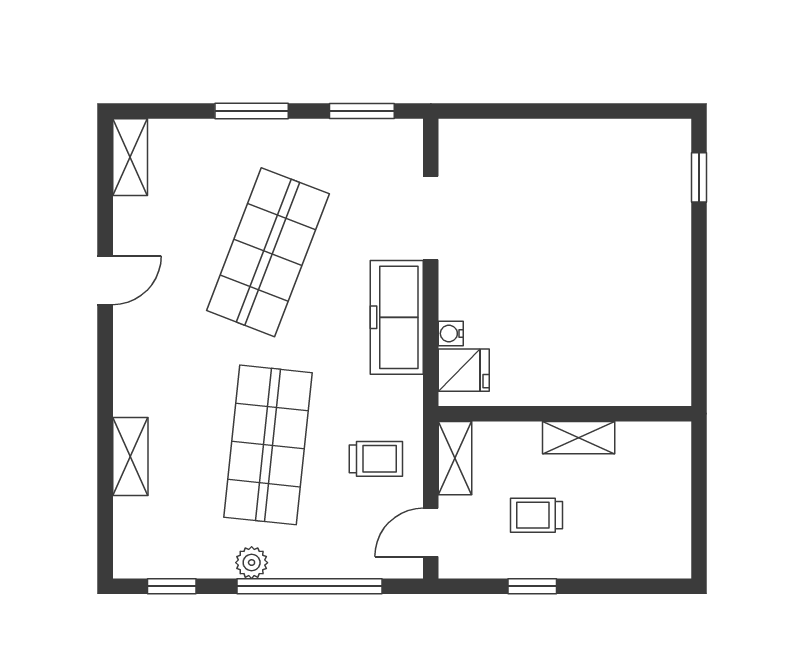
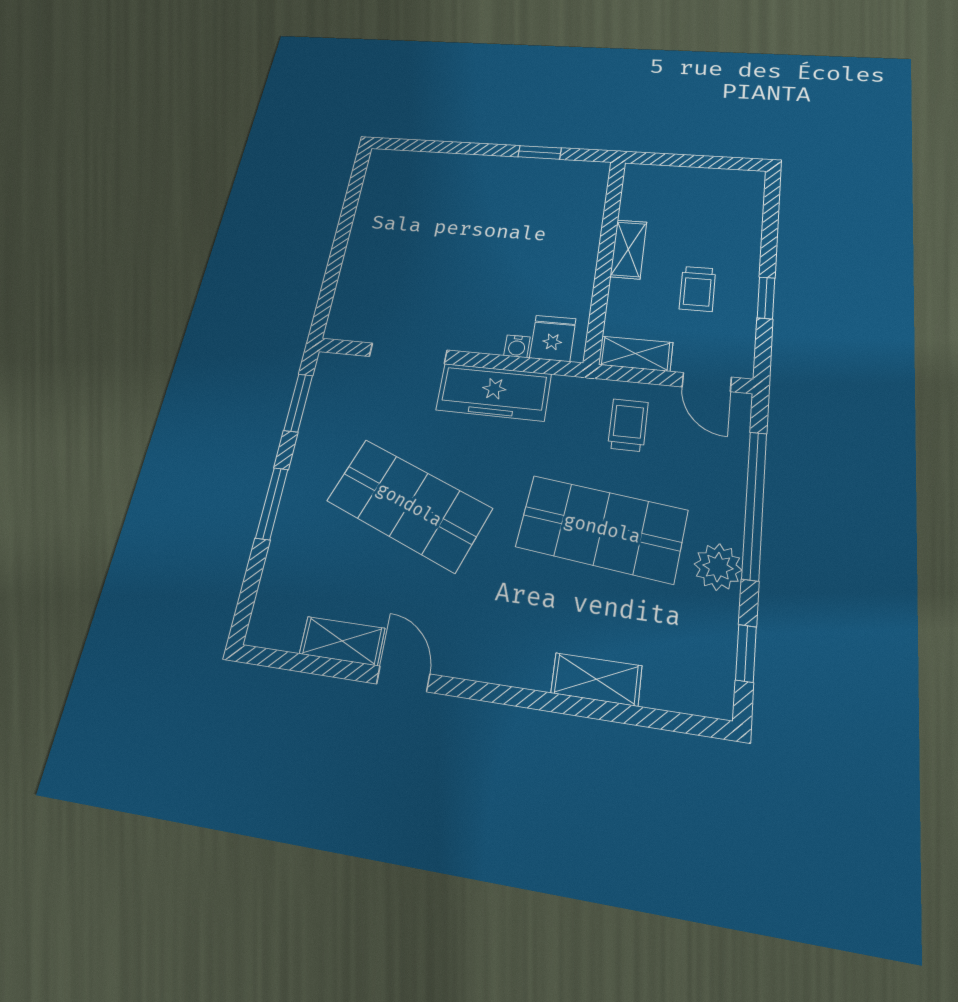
shelving: (130, 157) -> (342, 641), moved
window: (699, 177) -> (540, 152), moved
plant: (252, 563) -> (718, 567), width x1.38, depth x1.38

